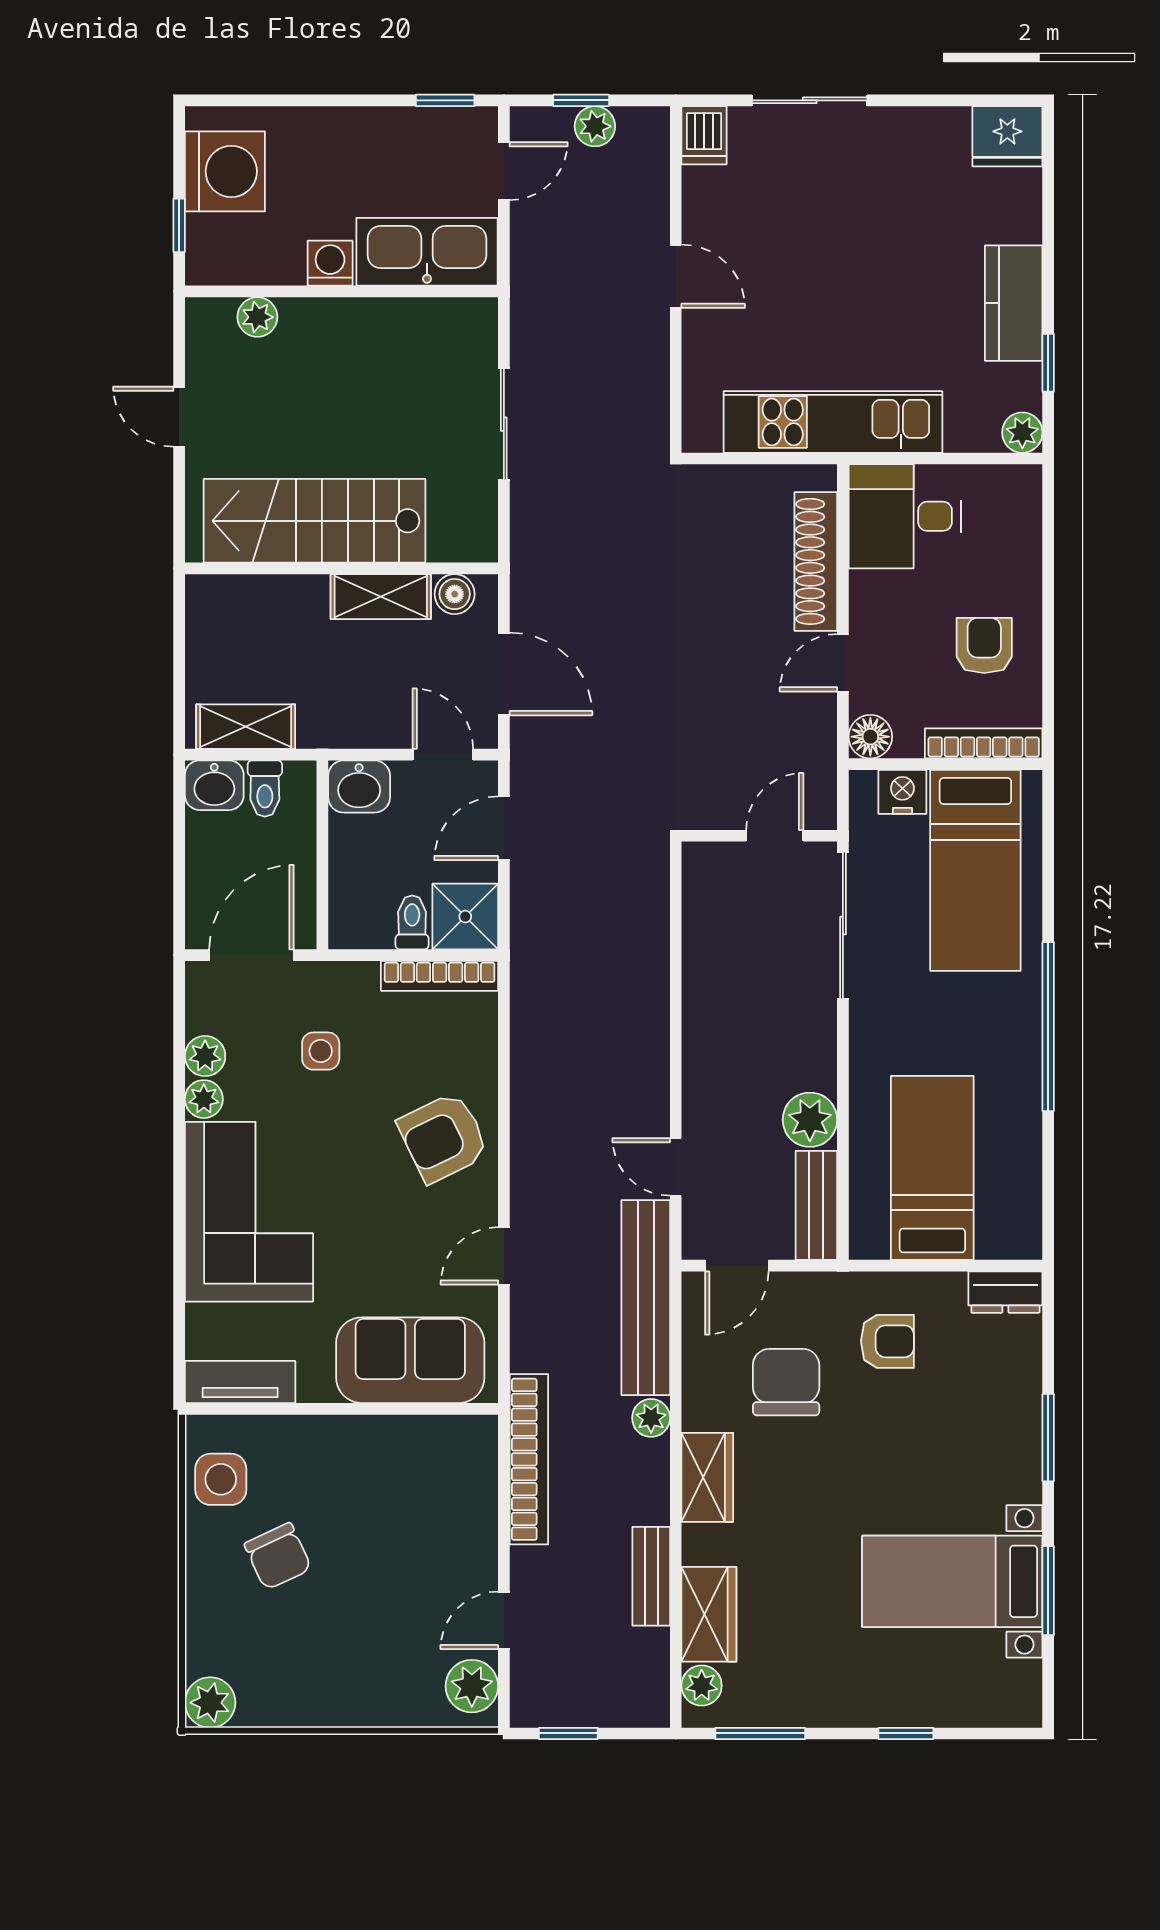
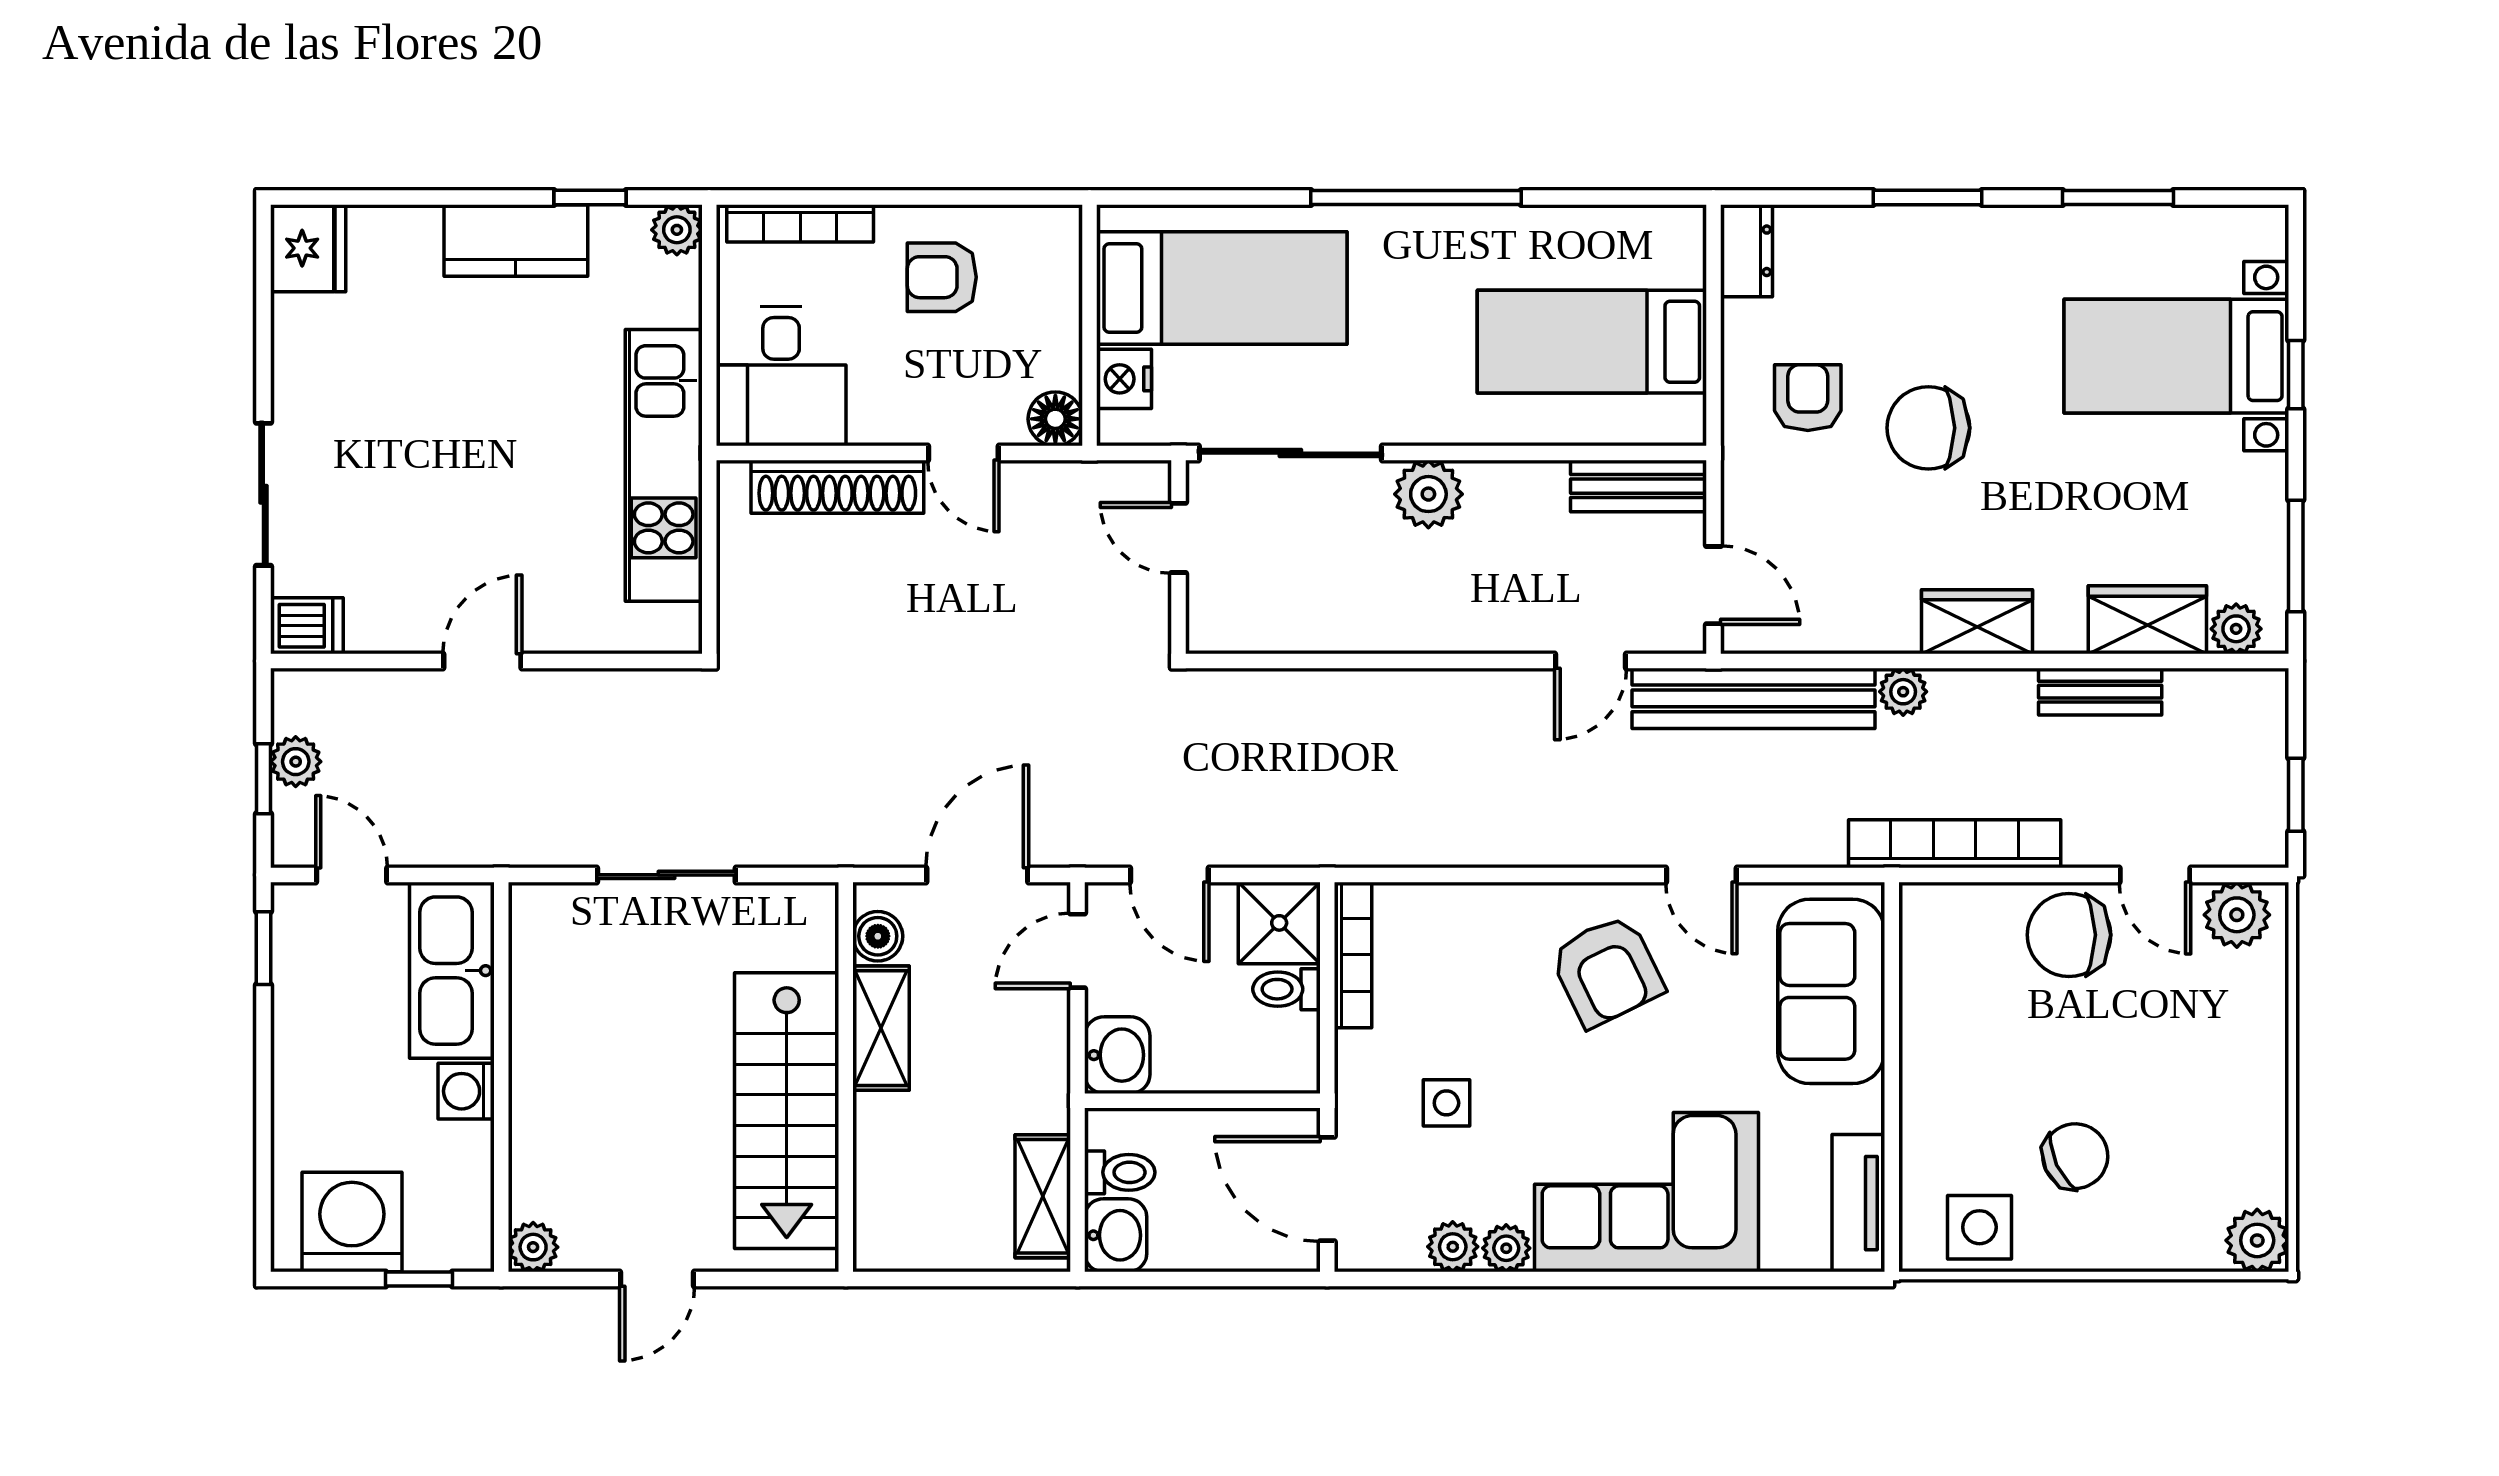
plant: (257, 317) -> (533, 1247), moved
bookcase: (984, 743) -> (800, 223), moved, turned -90
plant: (810, 1120) -> (1428, 494), moved
armchair: (443, 1137) -> (1607, 971), moved
chair: (786, 1382) -> (1928, 428), moved
chair: (456, 1551) -> (2069, 935), added
bed with nightstands: (952, 1581) -> (2176, 356), moved, turned 90

